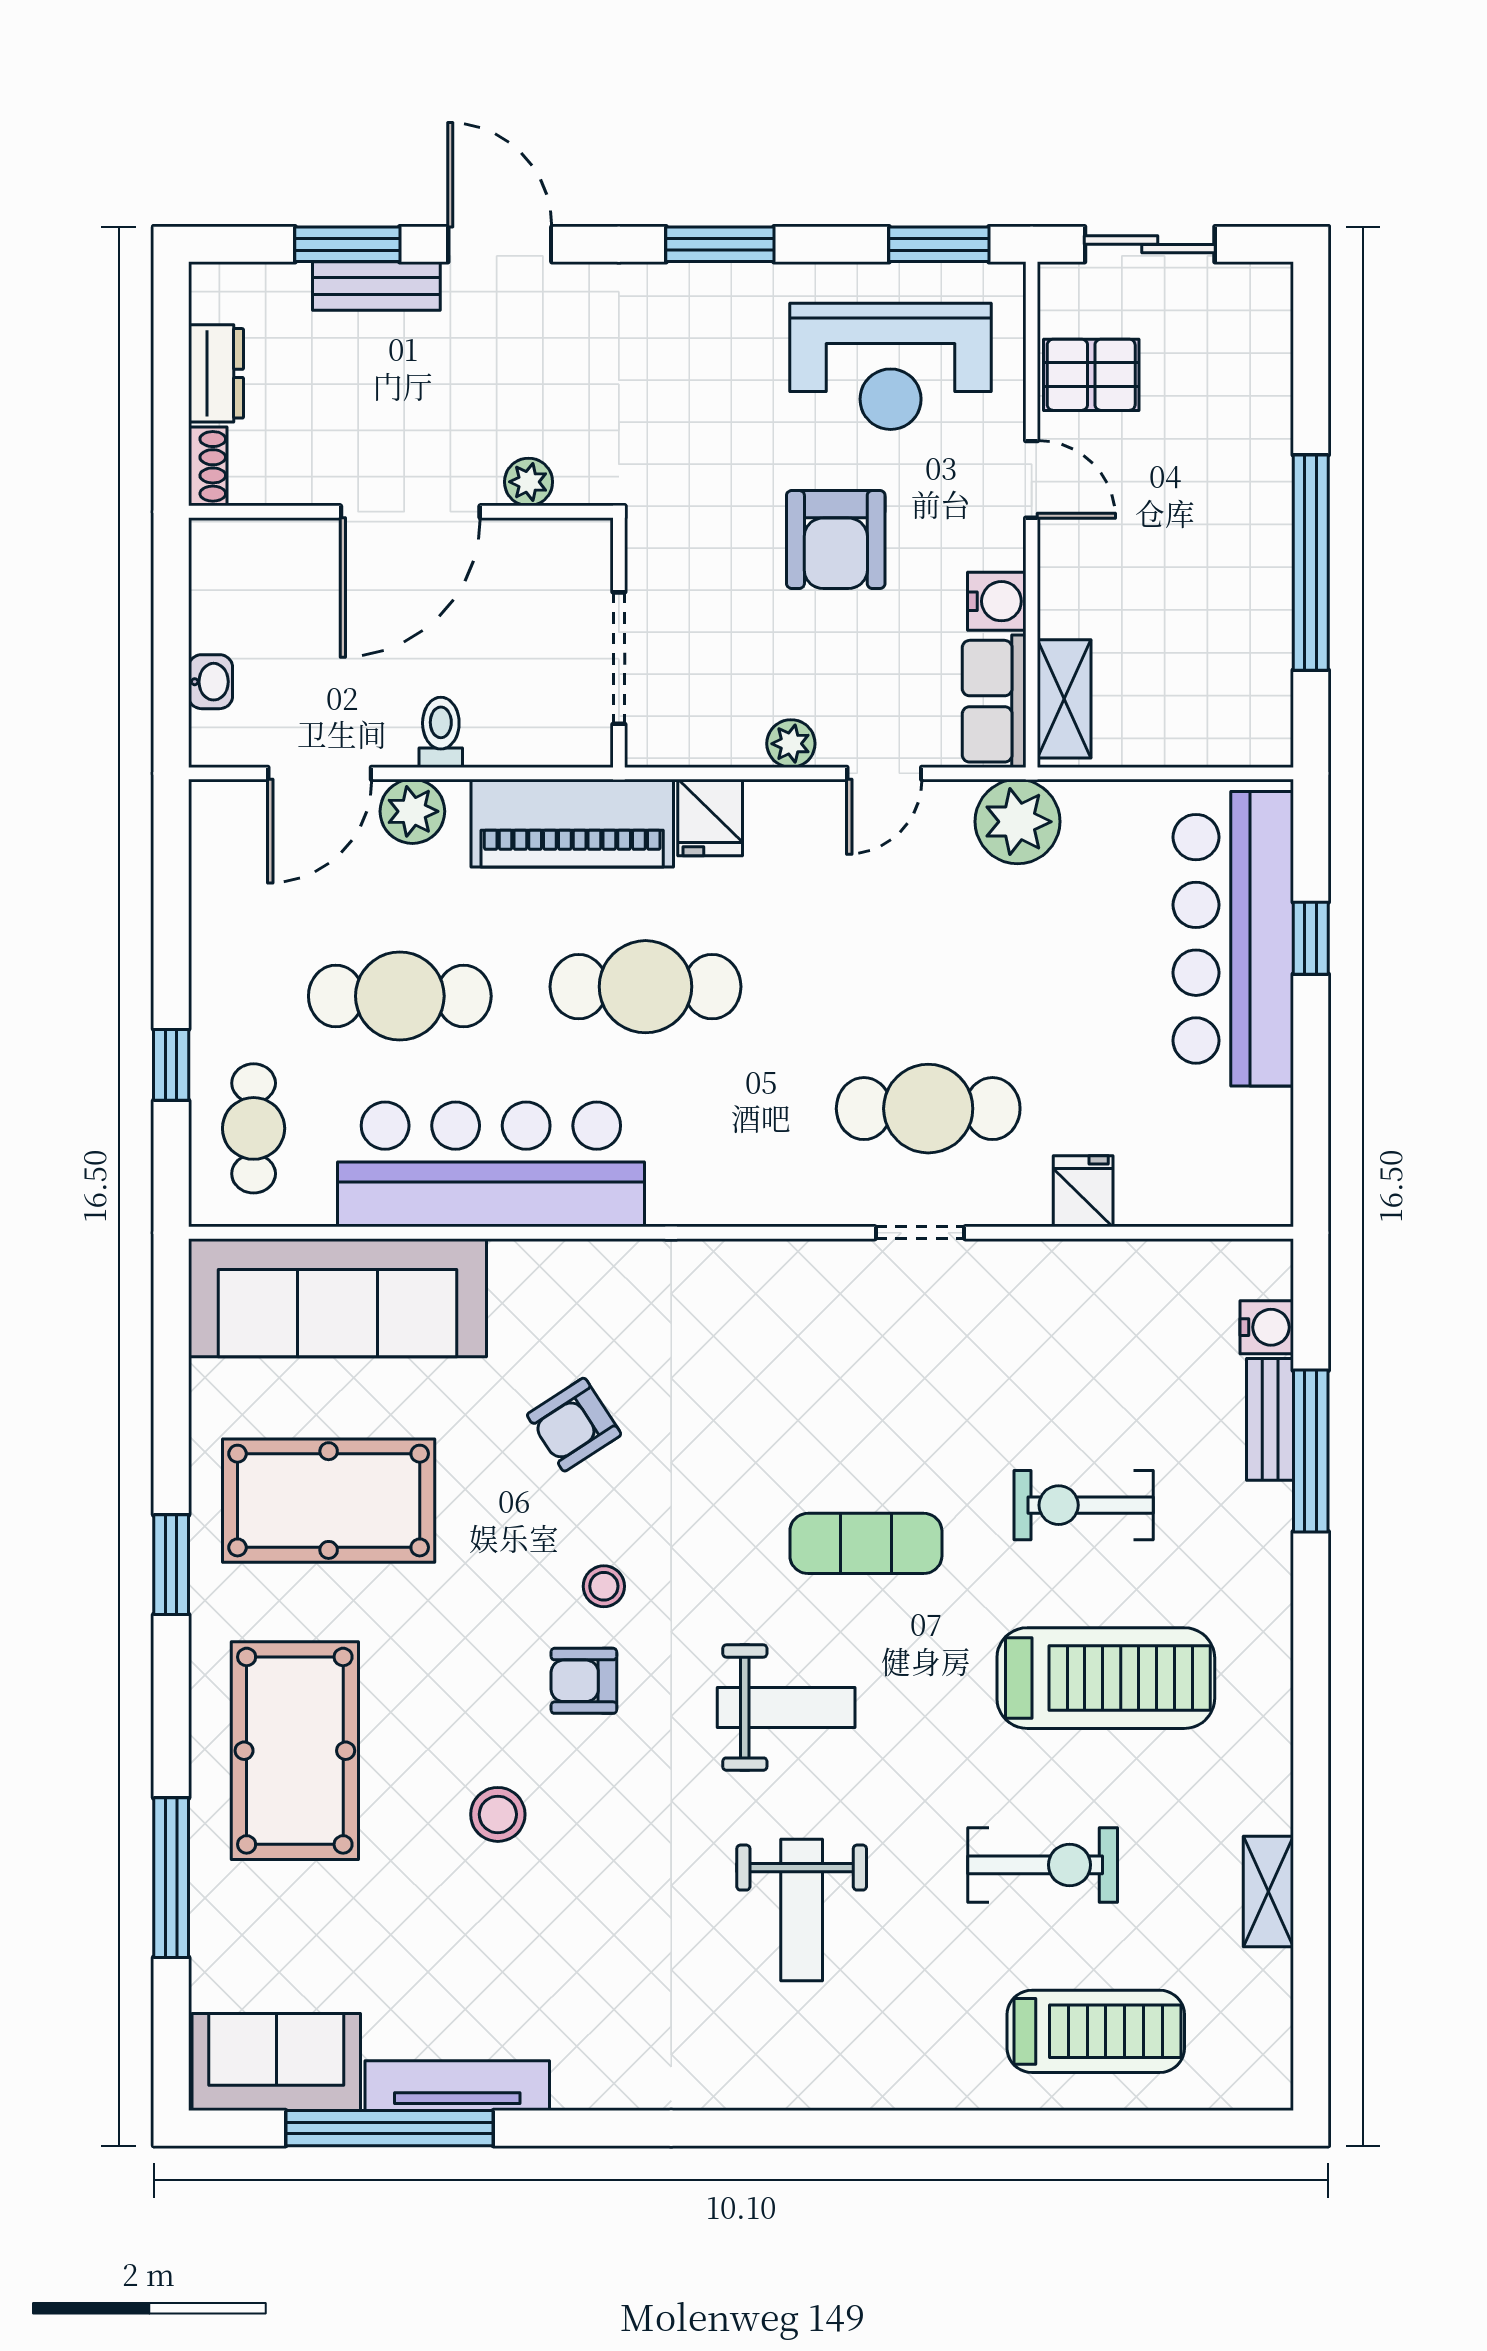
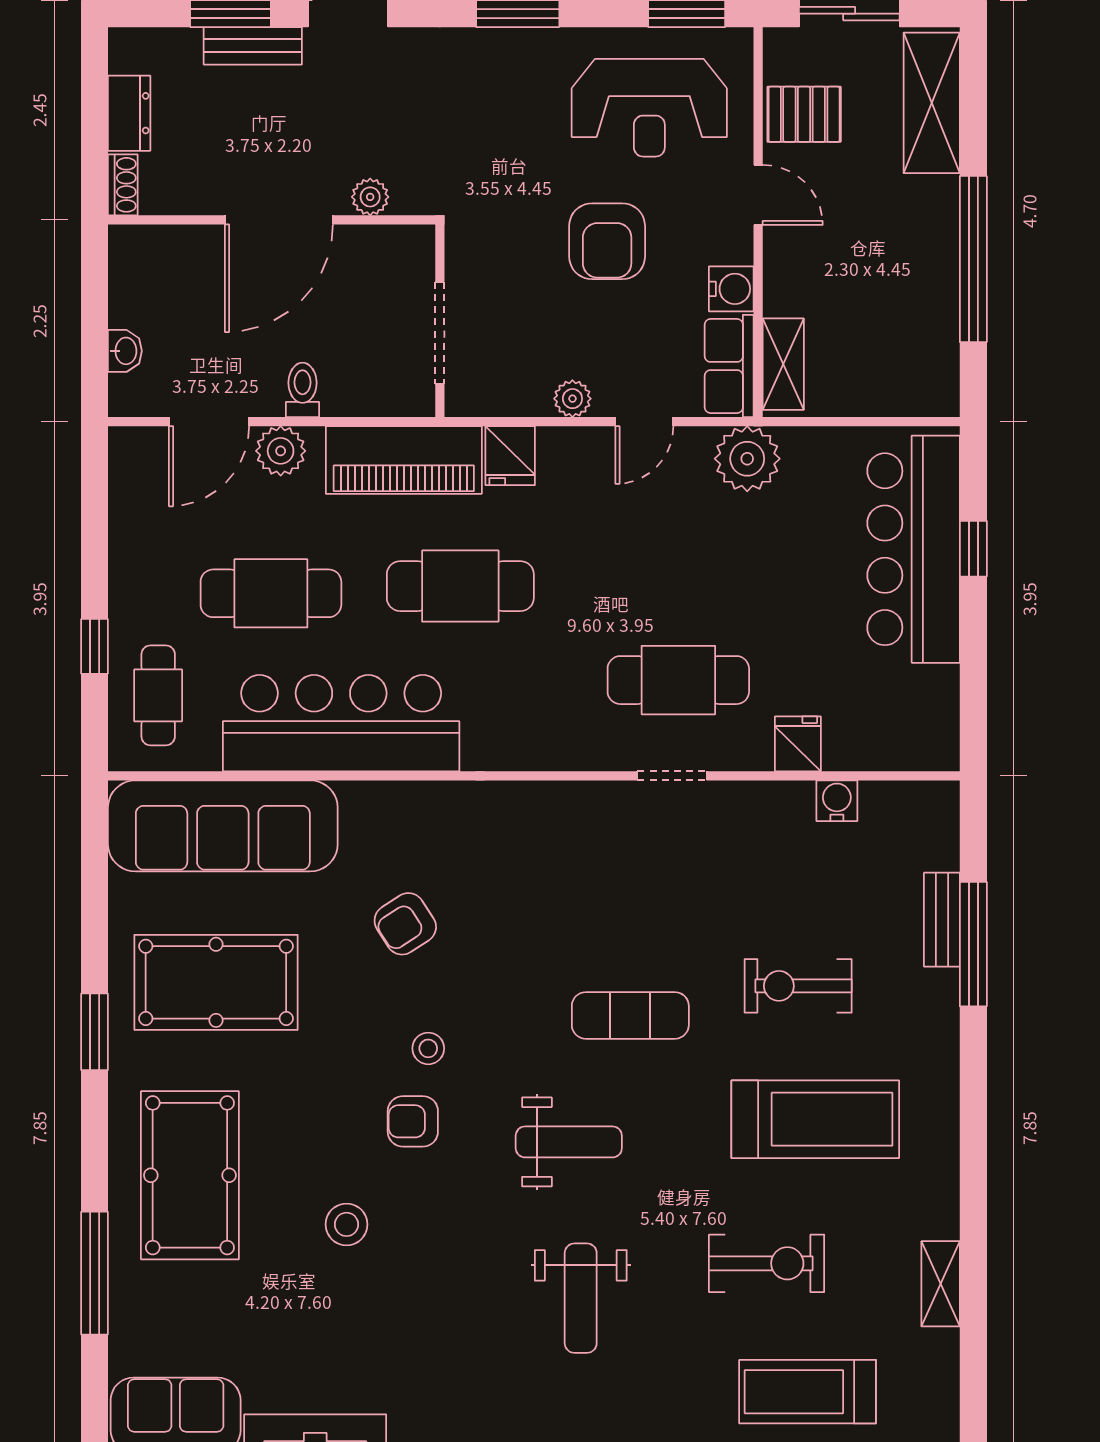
shelving: (1257, 360) -> (932, 103), added
water cooler: (1267, 1327) -> (837, 801), moved, turned -90
treadmill: (1096, 2031) -> (808, 1392), turned 180

